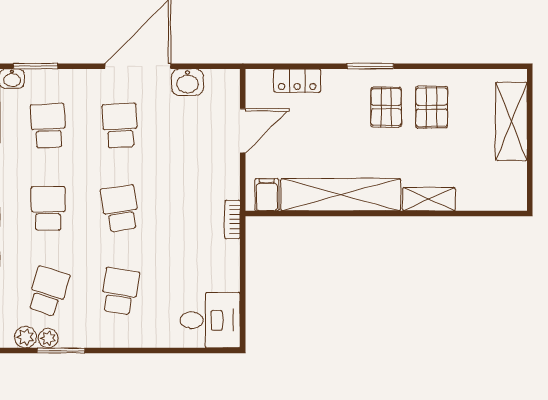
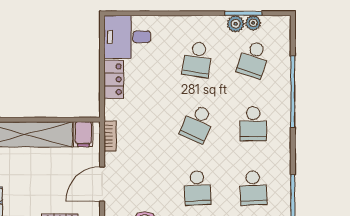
school desk: (120, 208) -> (197, 124), turned 33
bookcase: (232, 219) -> (110, 136), moved
locker: (228, 266) -> (114, 79), added
plant: (26, 337) -> (236, 24), moved

